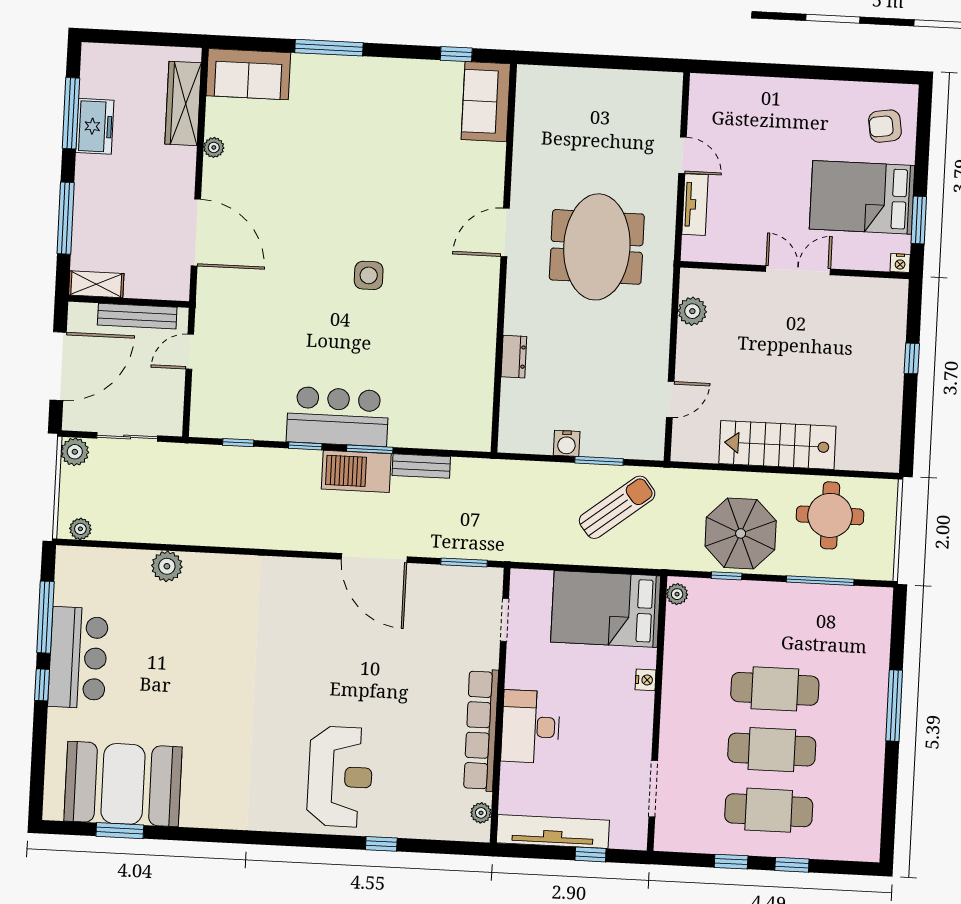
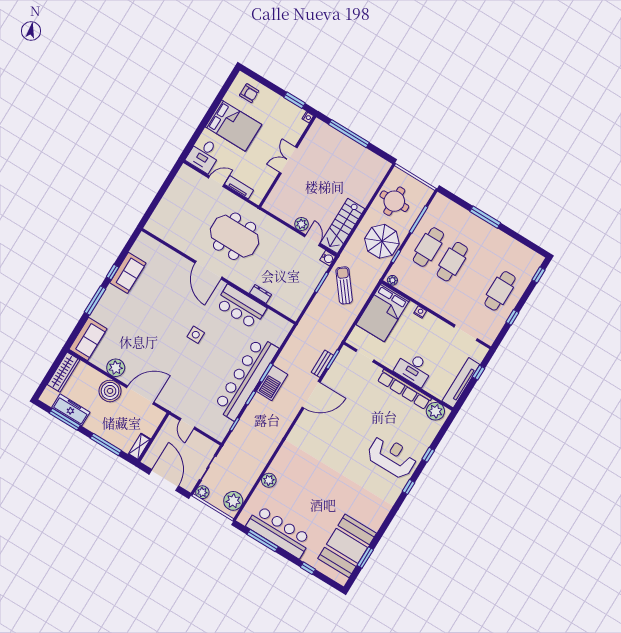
window: (456, 54) -> (112, 272), moved
sofa: (486, 102) -> (128, 273), moved, turned -90
wardrobe: (183, 103) -> (64, 372), moved, turned -90
desk: (720, 104) -> (204, 155), added
freezer: (95, 126) -> (71, 410), width x1.40
armchair: (885, 126) -> (249, 93), turned -81
plant: (214, 147) -> (116, 368), width x1.87, depth x1.87
boiler: (172, 170) -> (110, 391), added
bed: (862, 197) -> (233, 126), moved, turned -90
door: (505, 232) -> (208, 270), width x1.36
plant: (692, 311) -> (301, 224), moved
bench: (137, 316) -> (161, 437), removed
bar counter: (469, 332) -> (241, 307), added
window: (912, 358) -> (349, 134), width x3.17
bar counter: (338, 416) -> (246, 378), width x1.86
water cooler: (567, 443) -> (328, 258), moved
stairs: (777, 445) -> (343, 226), moved
bench: (421, 466) -> (322, 364), moved
plant: (80, 529) -> (233, 501), width x1.88, depth x1.88
bar counter: (78, 658) -> (279, 532), width x1.36
window: (42, 685) -> (308, 568), moved
cafe table: (772, 750) -> (428, 247), moved
plant: (481, 813) -> (435, 411), width x1.88, depth x1.88
window: (299, 840) -> (408, 487), added
window: (792, 865) -> (538, 275), moved

